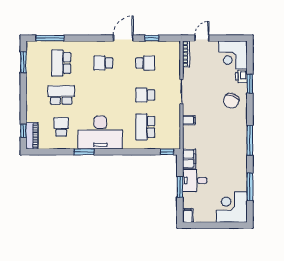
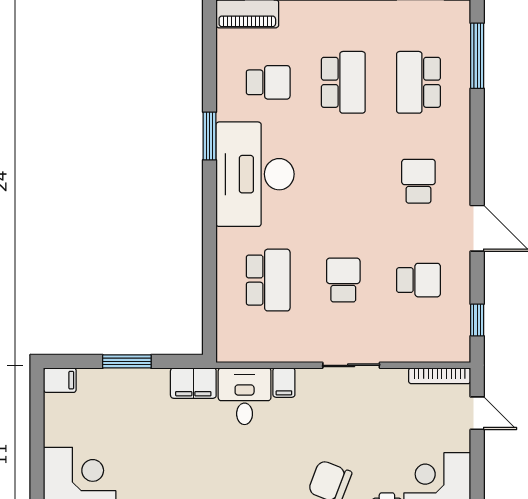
window: (152, 38) -> (477, 320), moved
school desk: (61, 63) -> (418, 82), turned -90
school desk: (145, 63) -> (418, 280), turned -90
school desk: (145, 127) -> (268, 280), turned 90
window: (167, 152) -> (209, 331), removed
desk: (195, 181) -> (245, 396), moved

